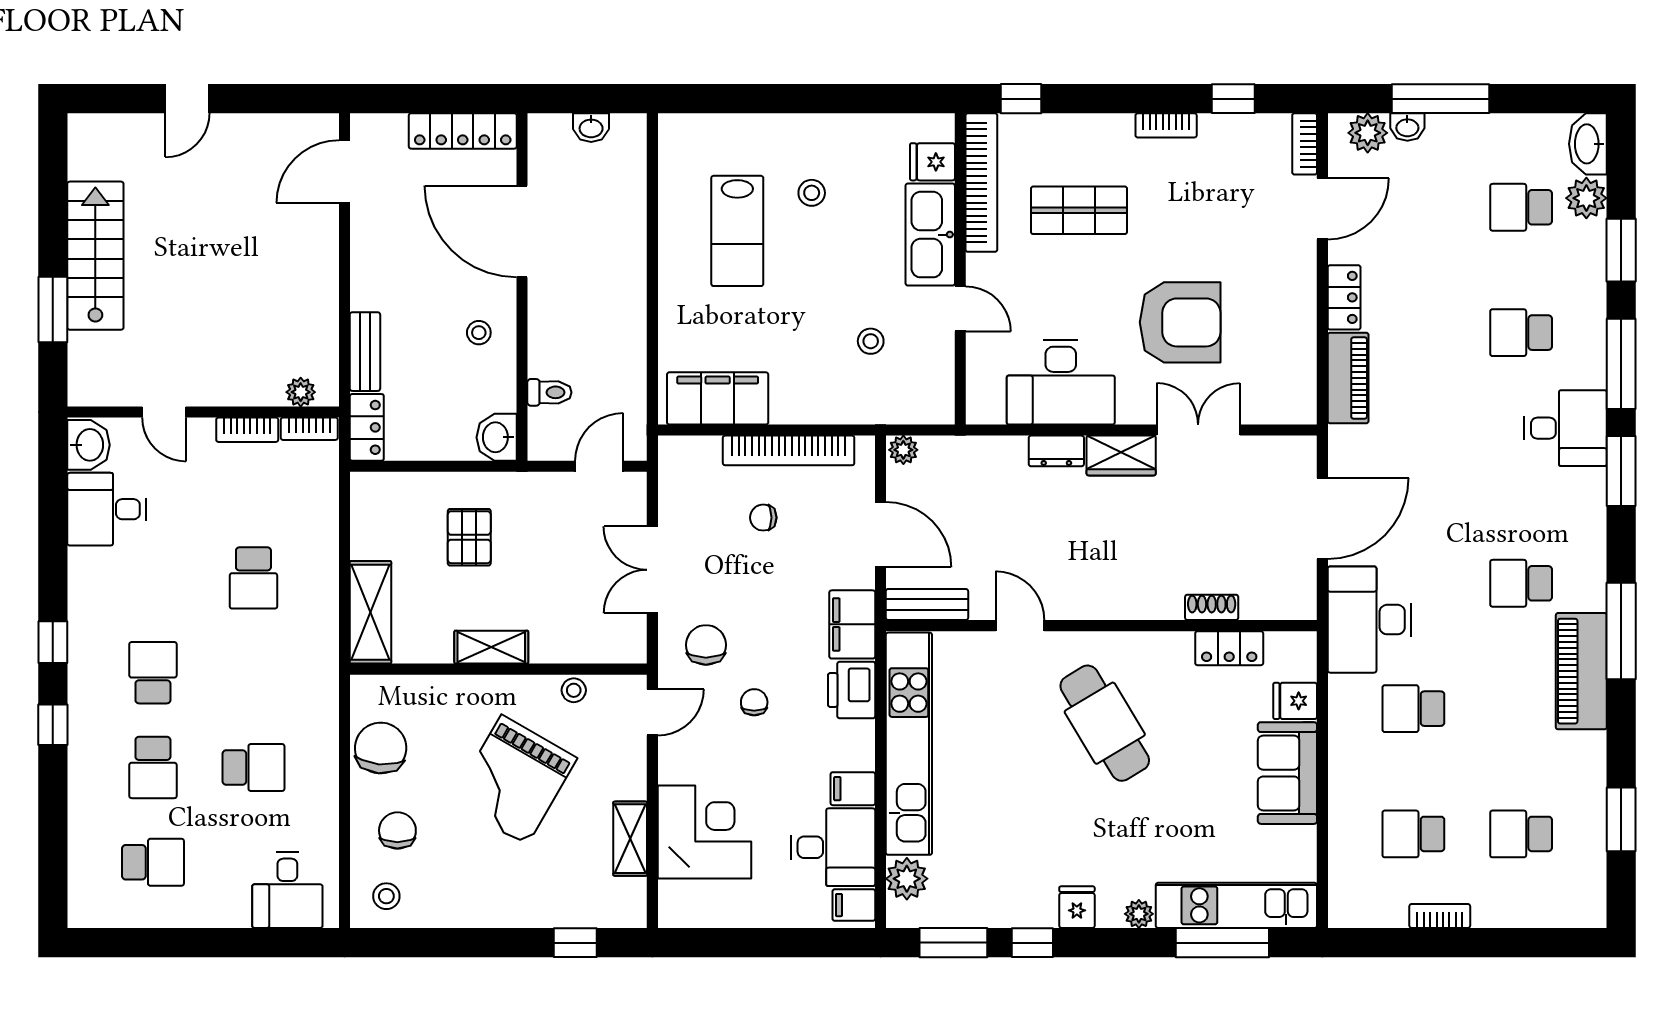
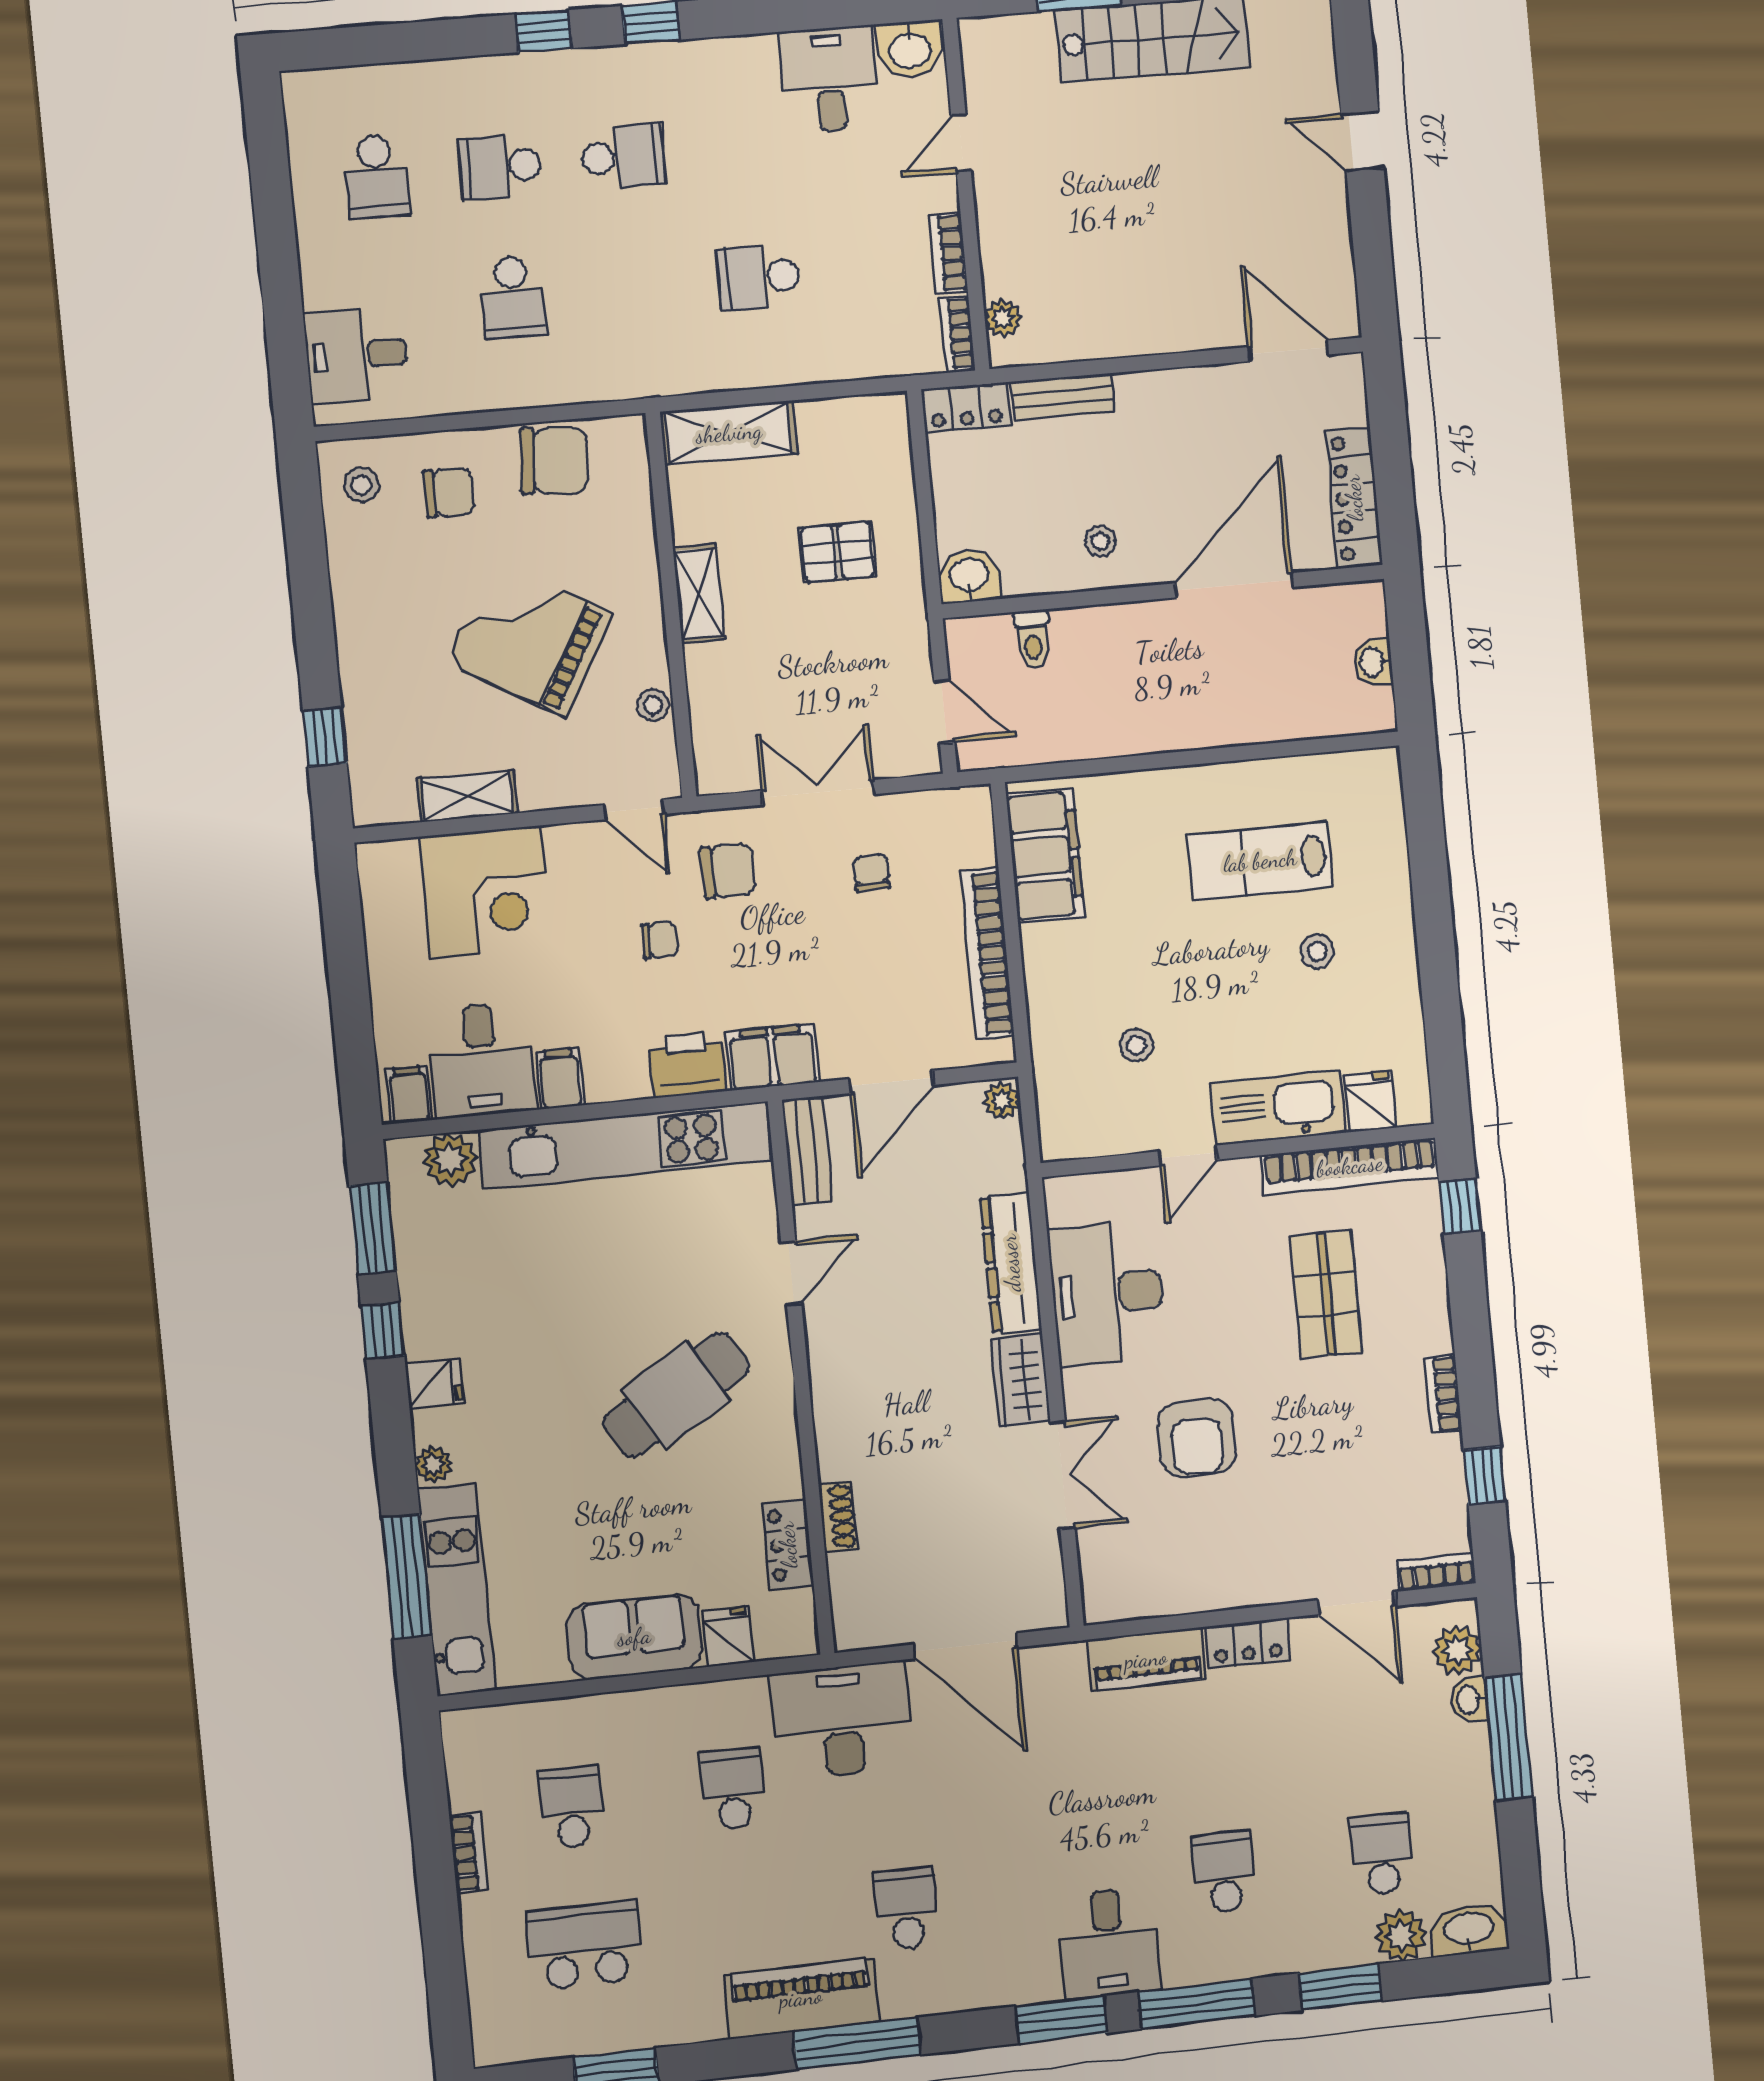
armchair: (1180, 322) -> (1197, 1438), width x0.73, depth x0.73
dresser: (1056, 451) -> (1011, 1263), width x1.96, depth x1.24
chair: (763, 518) -> (871, 873), moved
school desk: (1521, 834) -> (585, 1945), width x1.85

